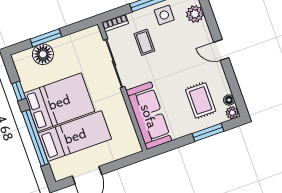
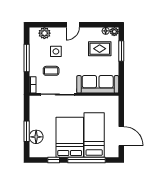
side table: (164, 15) -> (56, 51), moved

